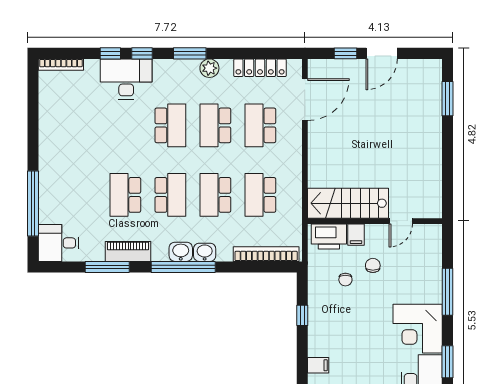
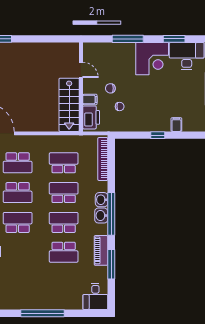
school desk: (215, 195) -> (64, 193), turned 180
school desk: (260, 195) -> (64, 163), turned 180
window: (33, 203) -> (42, 313), moved
window: (302, 315) -> (158, 135), moved

